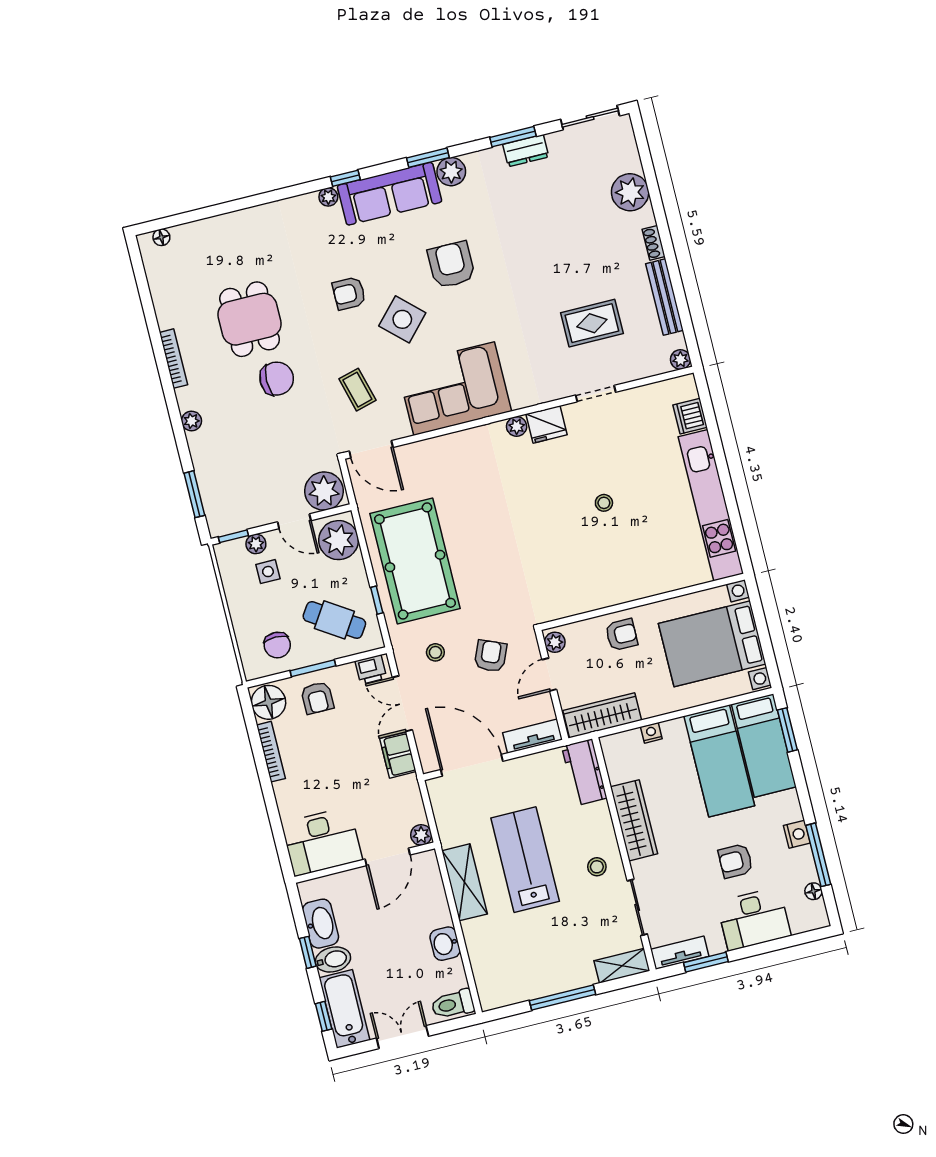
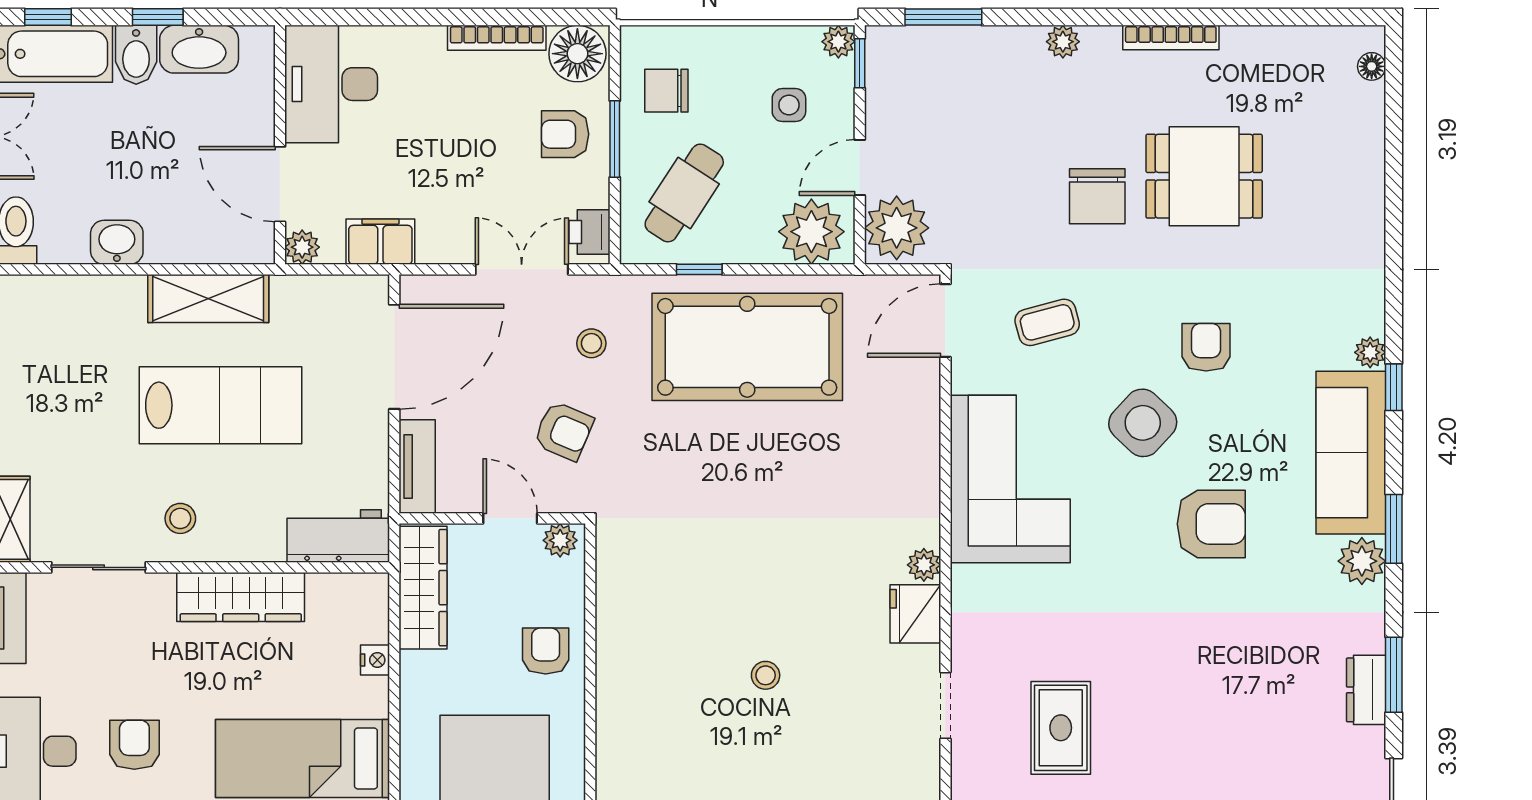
plant: (256, 544) -> (838, 42), moved
armchair: (621, 635) -> (546, 651), turned 180
filing cabinet: (398, 755) -> (380, 242), moved

